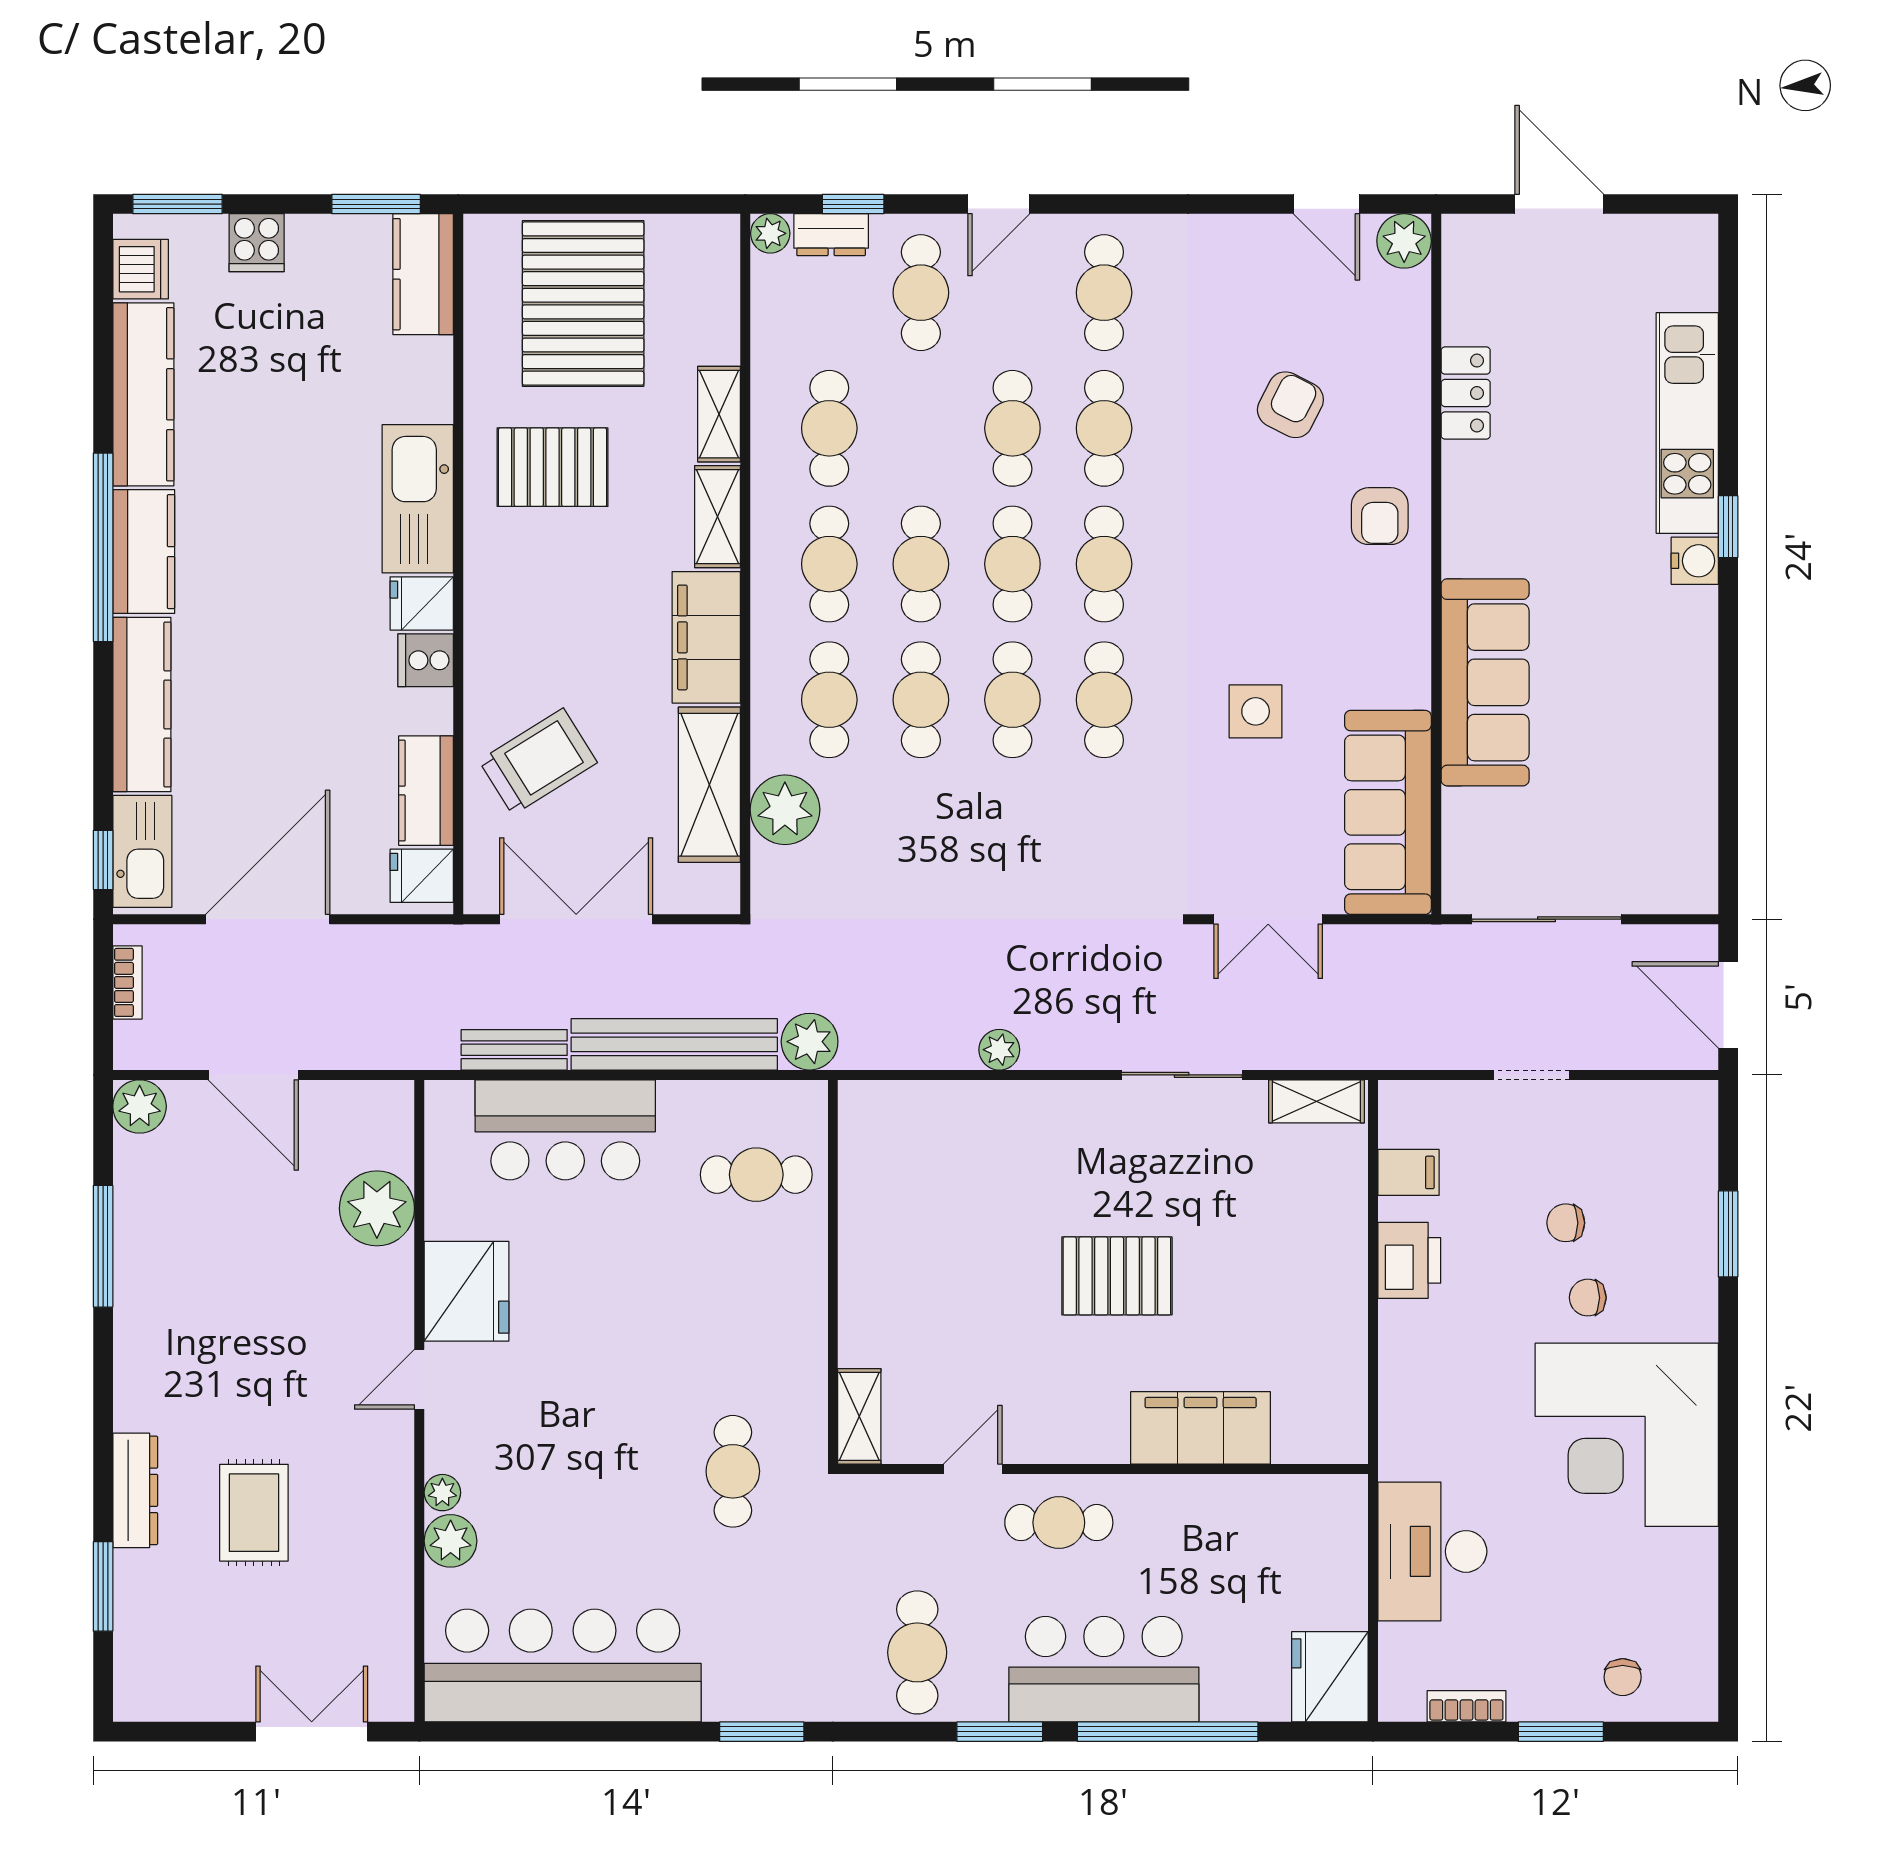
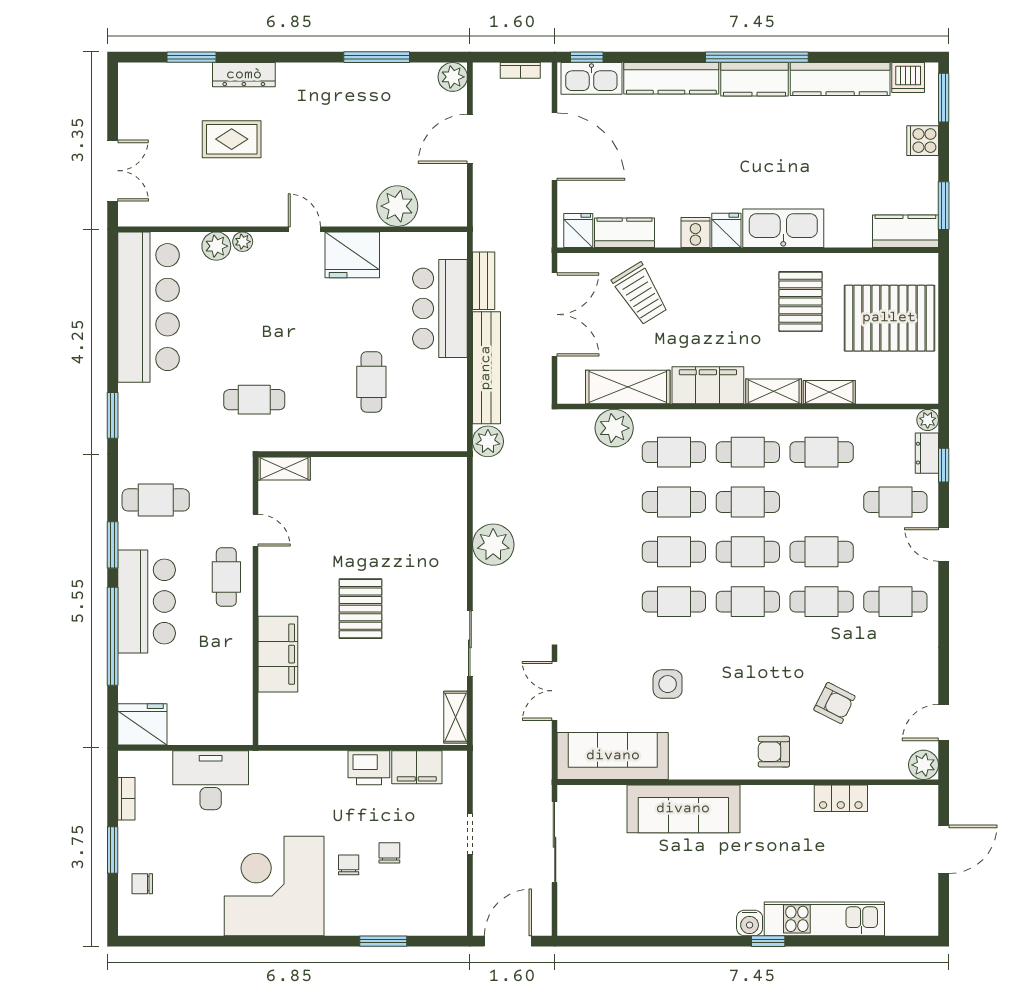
plant: (999, 1050) -> (493, 545), width x1.87, depth x1.87
filing cabinet: (1408, 1172) -> (417, 767), width x2.00
cafe table: (756, 1175) -> (371, 382), moved

